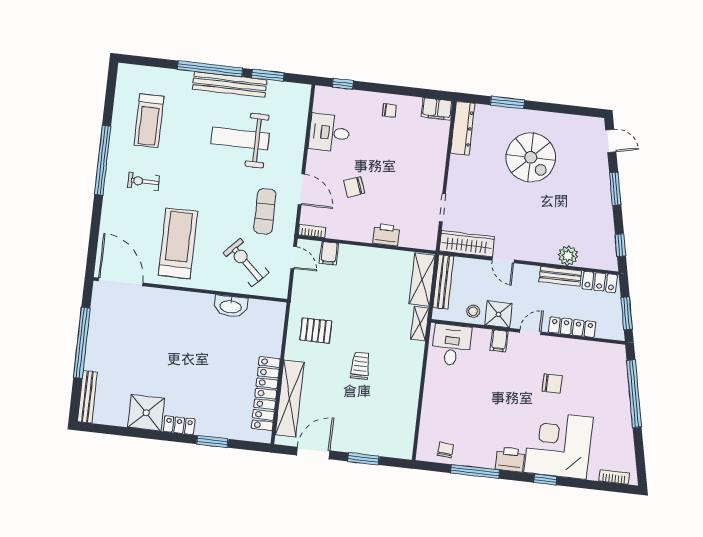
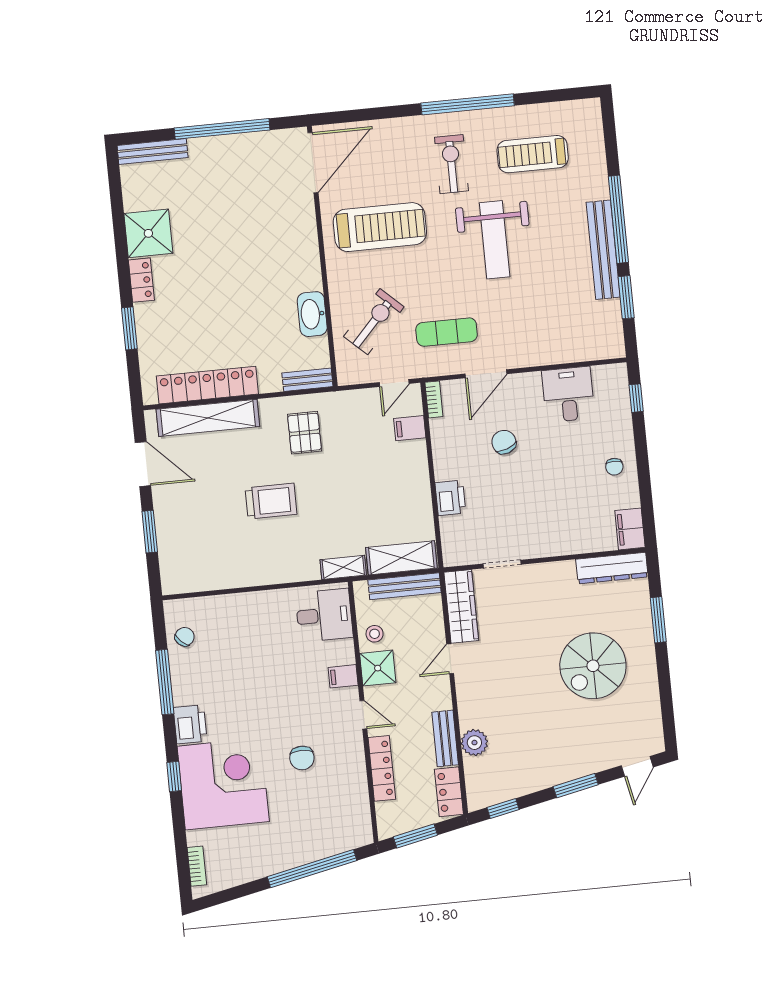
weight bench: (240, 139) -> (495, 240), moved, turned 180
exercise bike: (143, 181) -> (452, 164), width x1.38, depth x1.39
bench: (278, 320) -> (307, 380), added
trolley: (360, 366) -> (271, 501), width x1.36, depth x1.39
chair: (445, 450) -> (185, 637), turned -51

